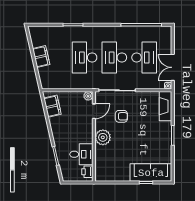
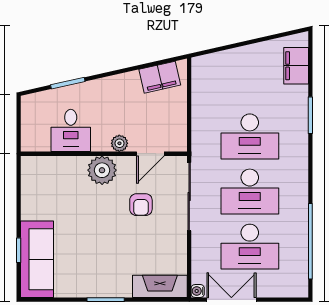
filing cabinet: (41, 56) -> (296, 66), moved, turned 103
desk: (85, 58) -> (250, 136), turned 180
desk: (114, 58) -> (250, 192), turned 180
plant: (88, 96) -> (119, 143), moved
door: (94, 111) -> (150, 154), hinge flipped
printer: (87, 172) -> (38, 142), removed

